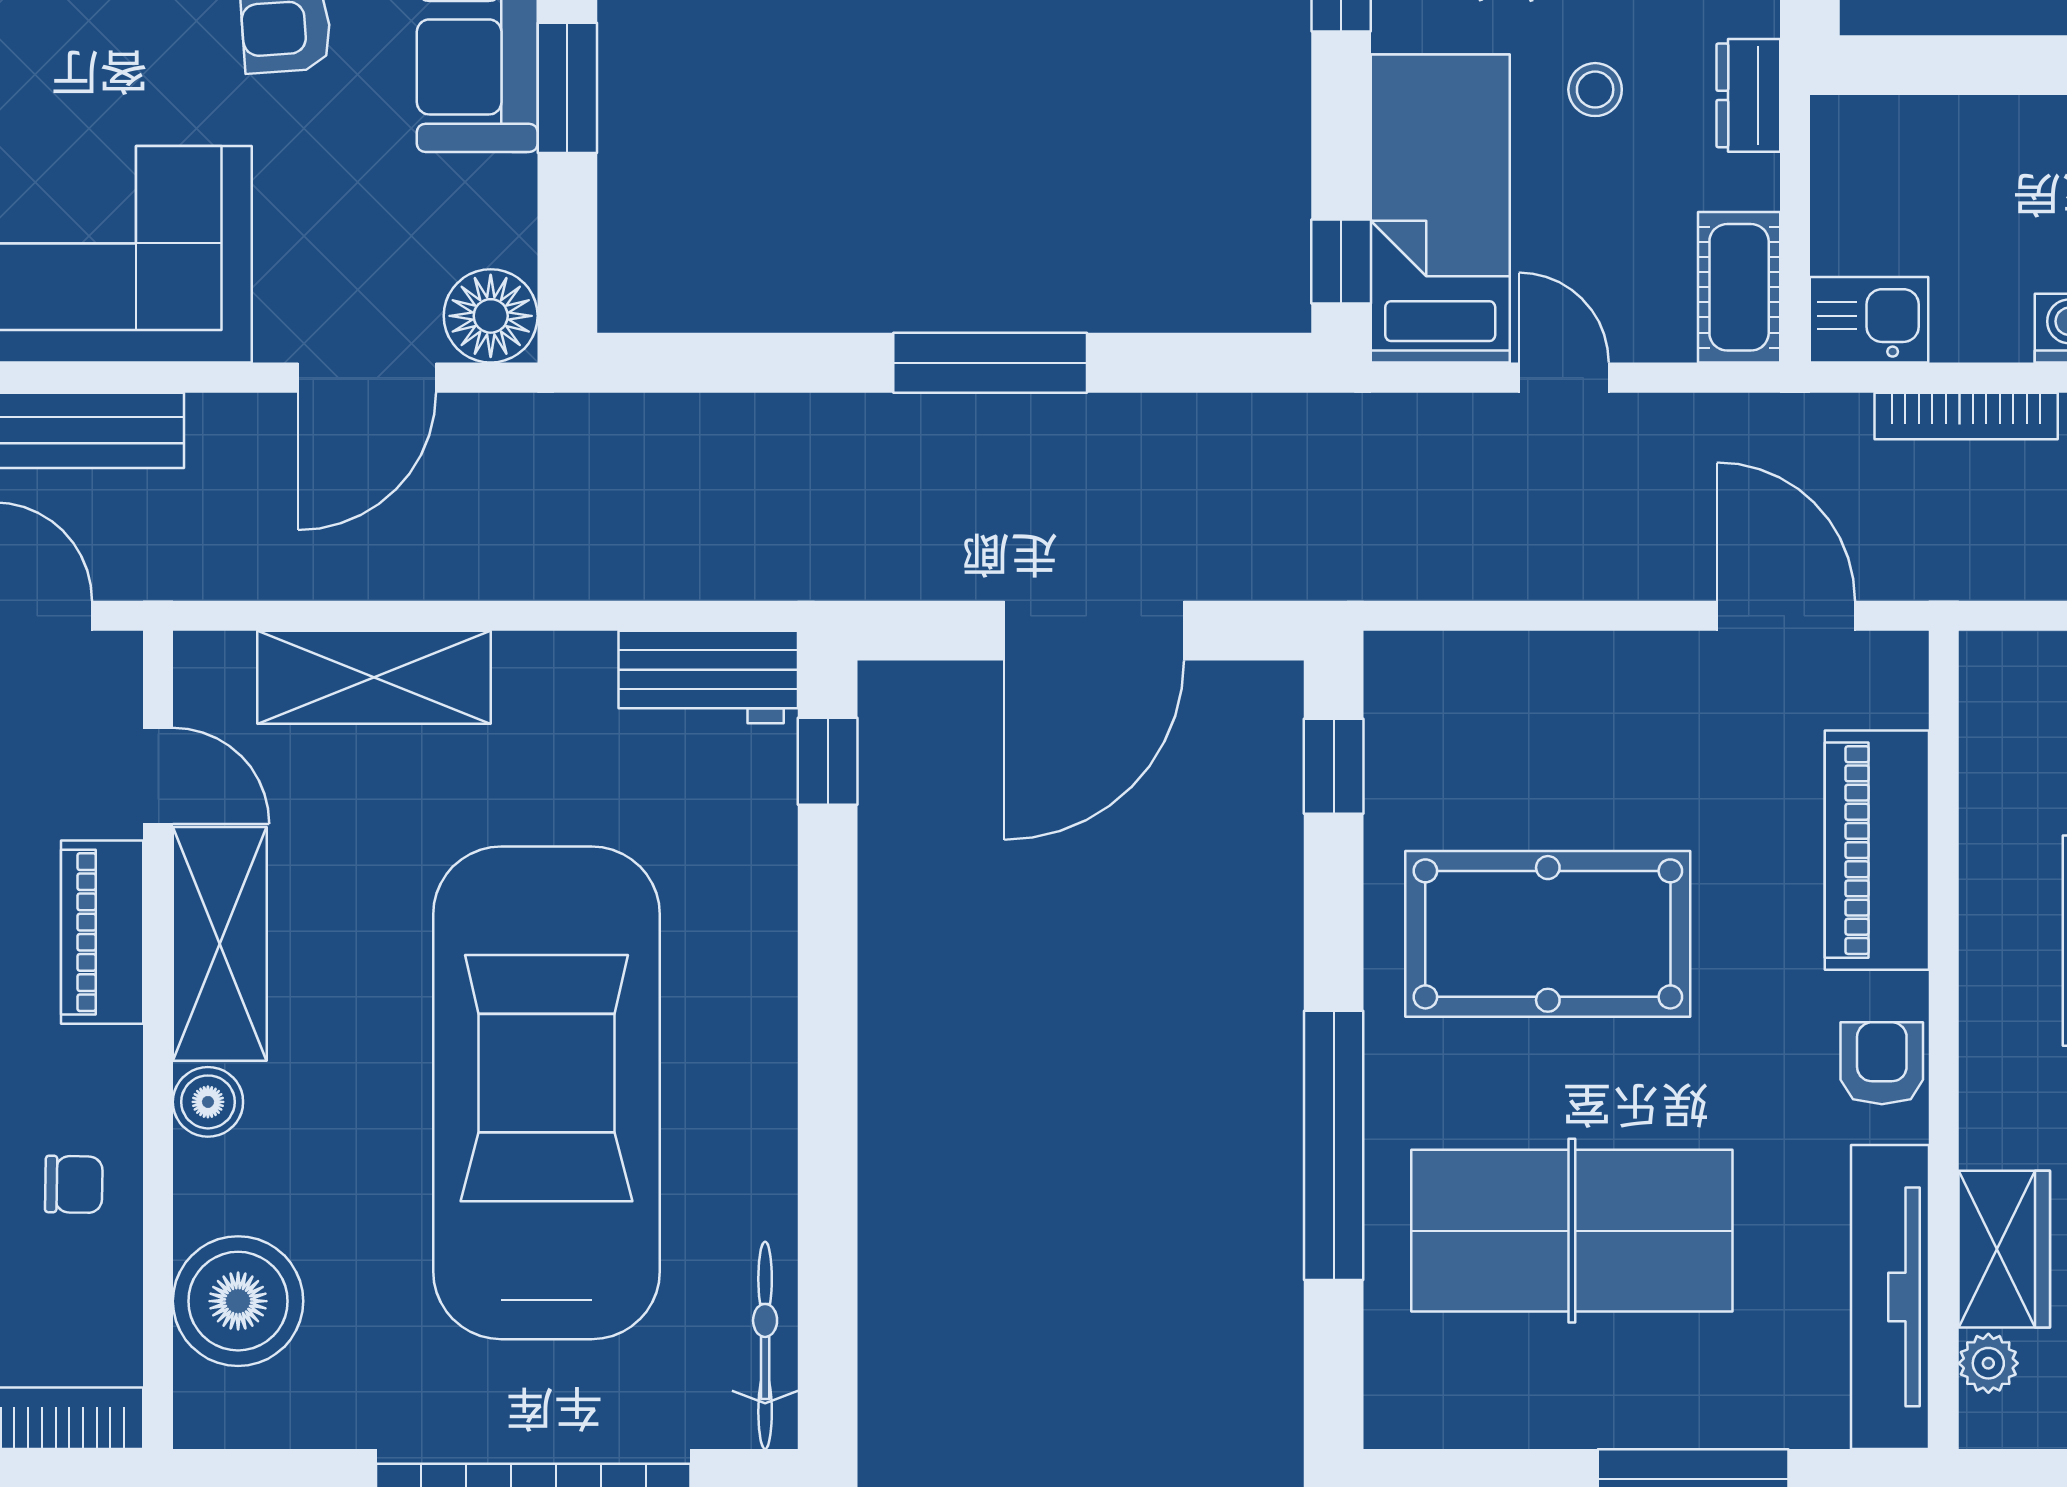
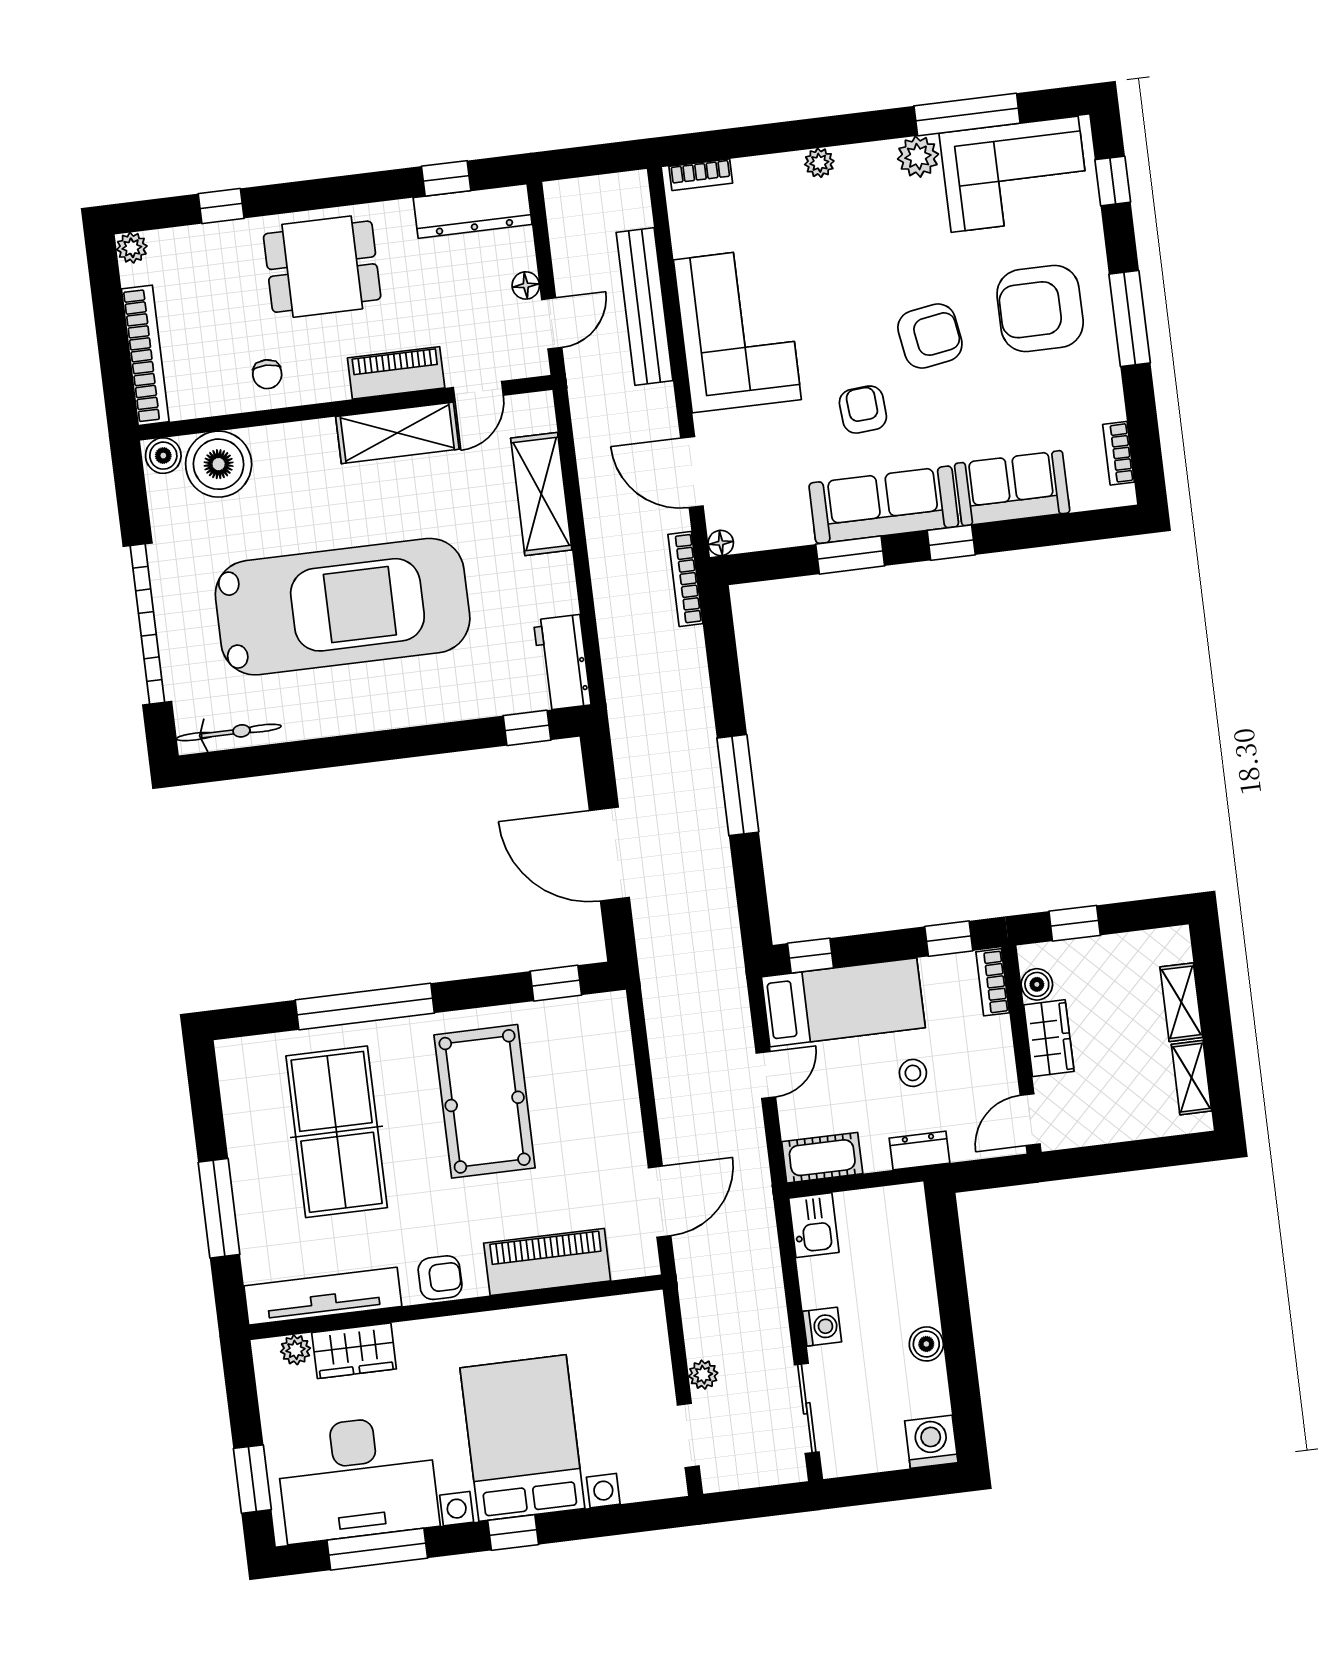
floor lamp: (491, 316) -> (721, 543), width x0.53, depth x0.53
bookcase: (1966, 416) -> (685, 579), moved
boiler: (208, 1102) -> (163, 456), moved

